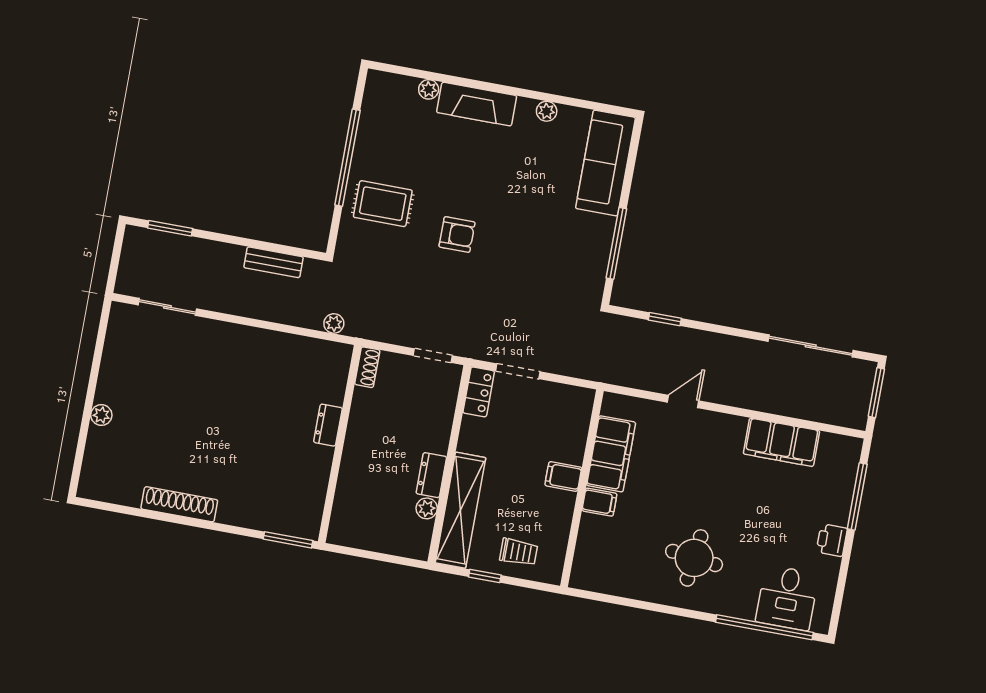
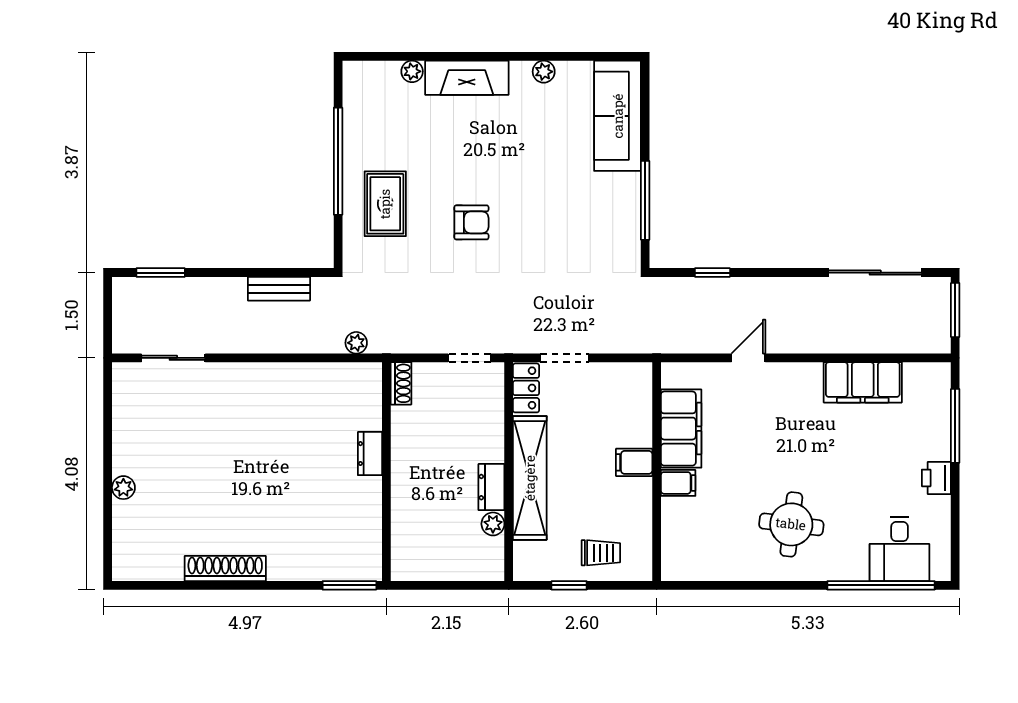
rug: (383, 204) -> (385, 204), turned 90
shelving: (460, 510) -> (530, 478), moved

